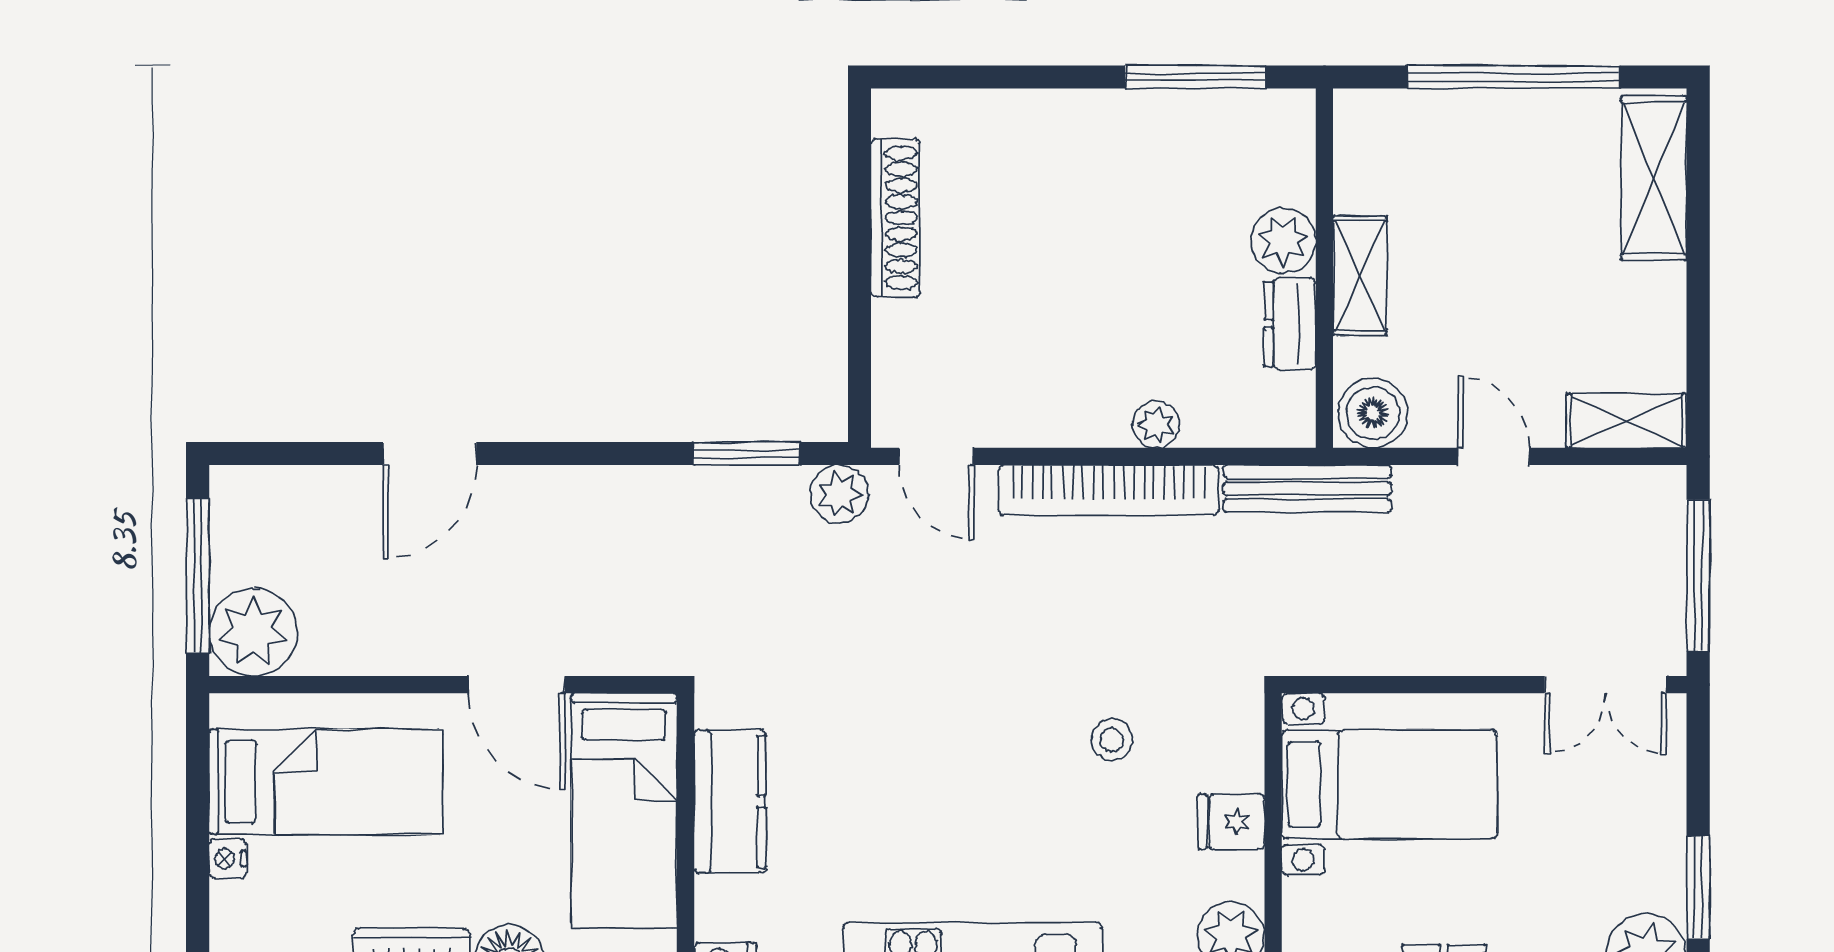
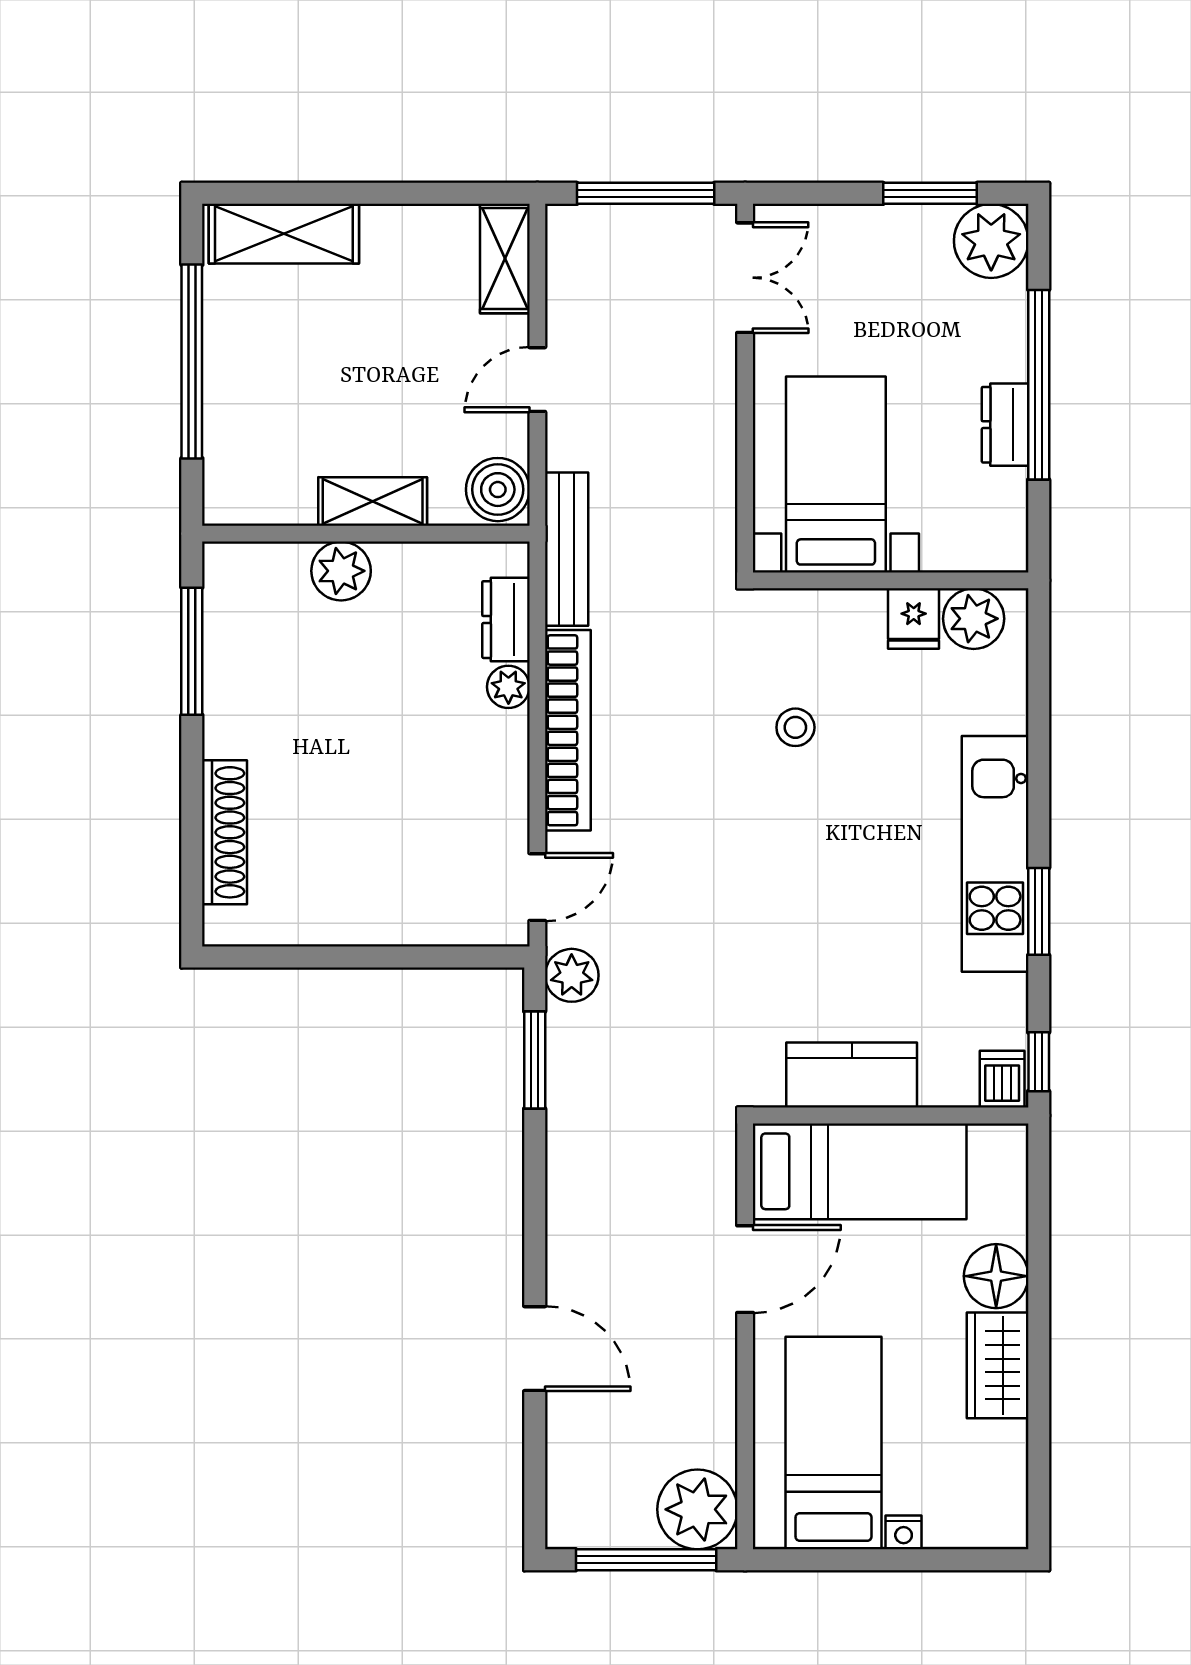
shoe rack: (895, 218) -> (224, 832), moved, turned 90
dresser: (1290, 324) -> (506, 620), moved, turned 90
fridge: (1231, 822) -> (914, 618), moved

